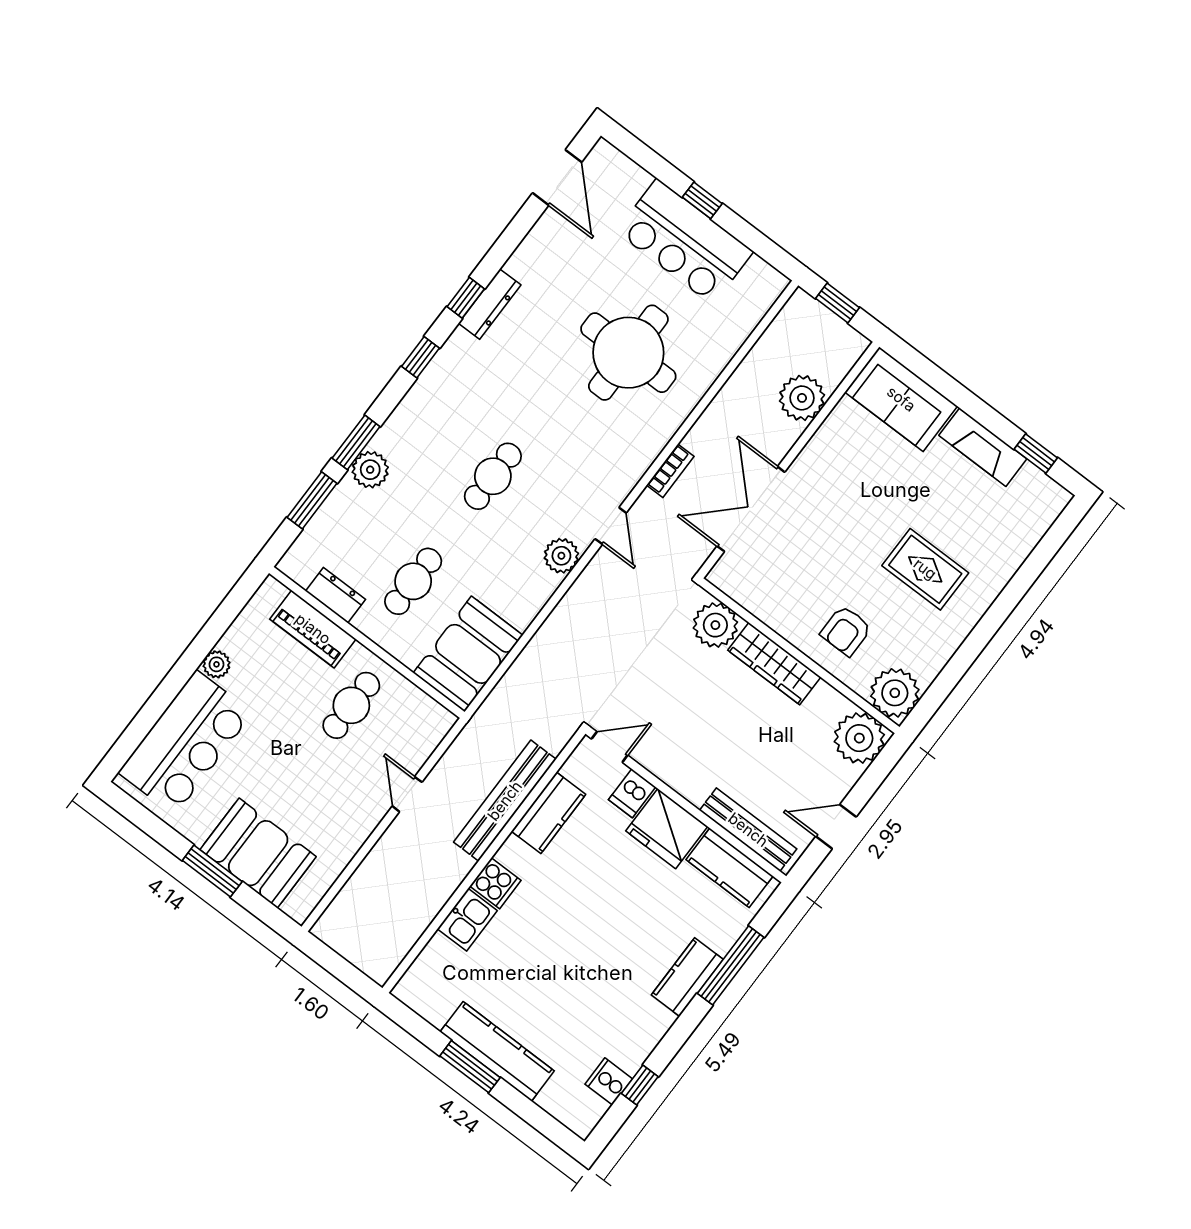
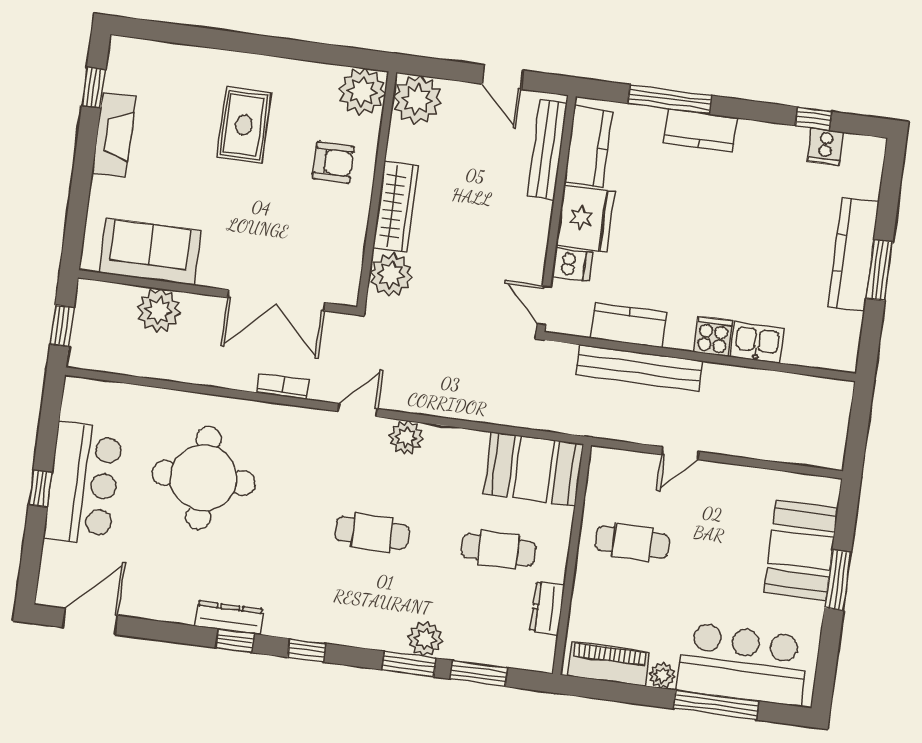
sofa: (901, 399) -> (150, 252), moved, turned -90
piano: (313, 629) -> (608, 664), moved, turned -90
window: (162, 698) -> (716, 705), added

